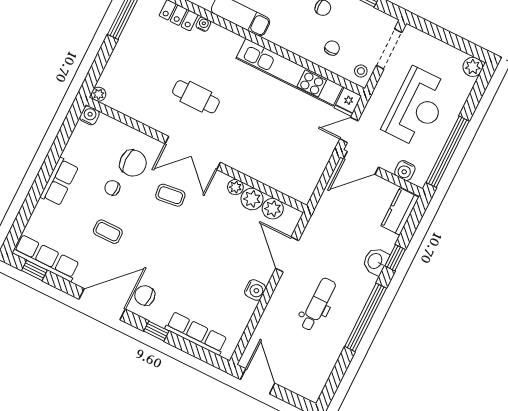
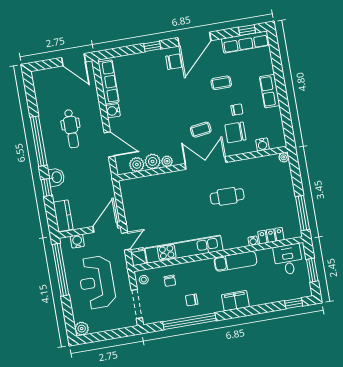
water cooler: (89, 115) -> (262, 144), moved
row of seats: (196, 333) -> (109, 82), moved, turned -90

